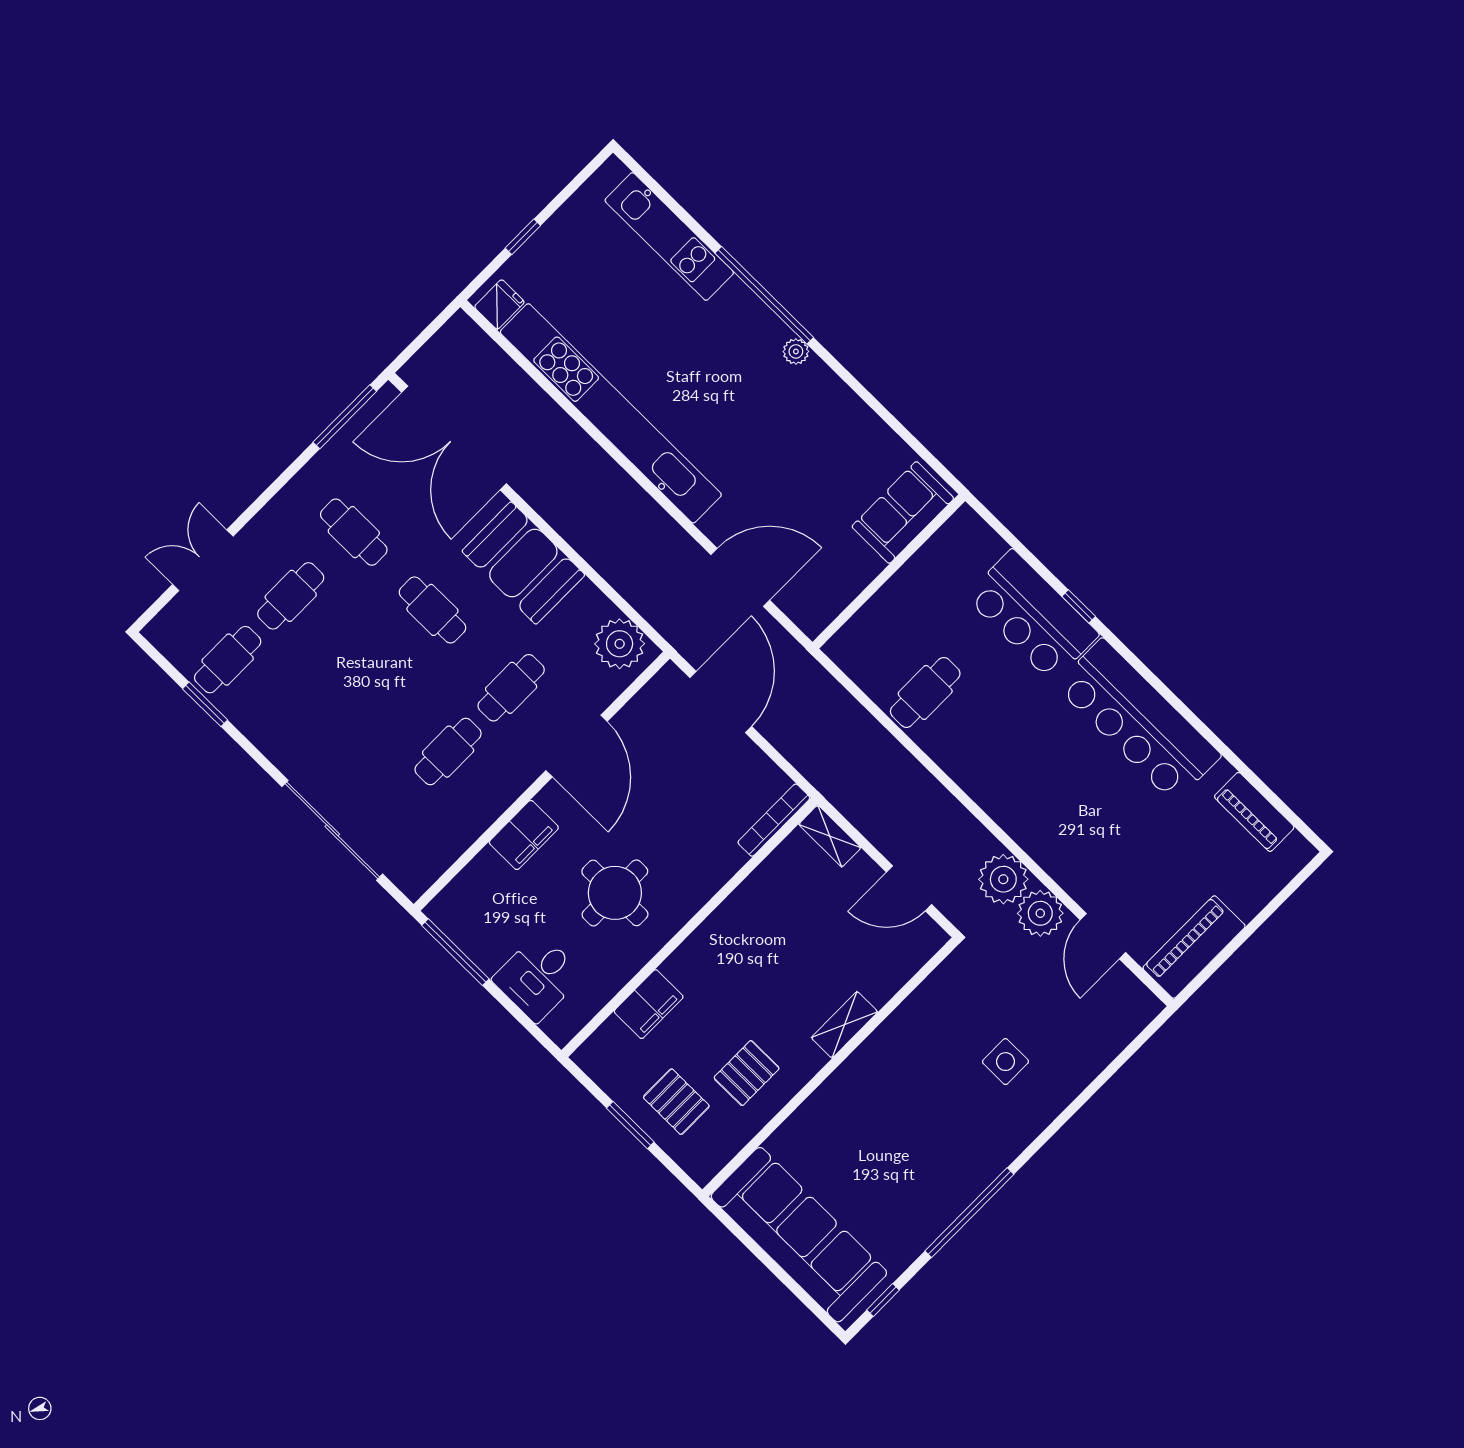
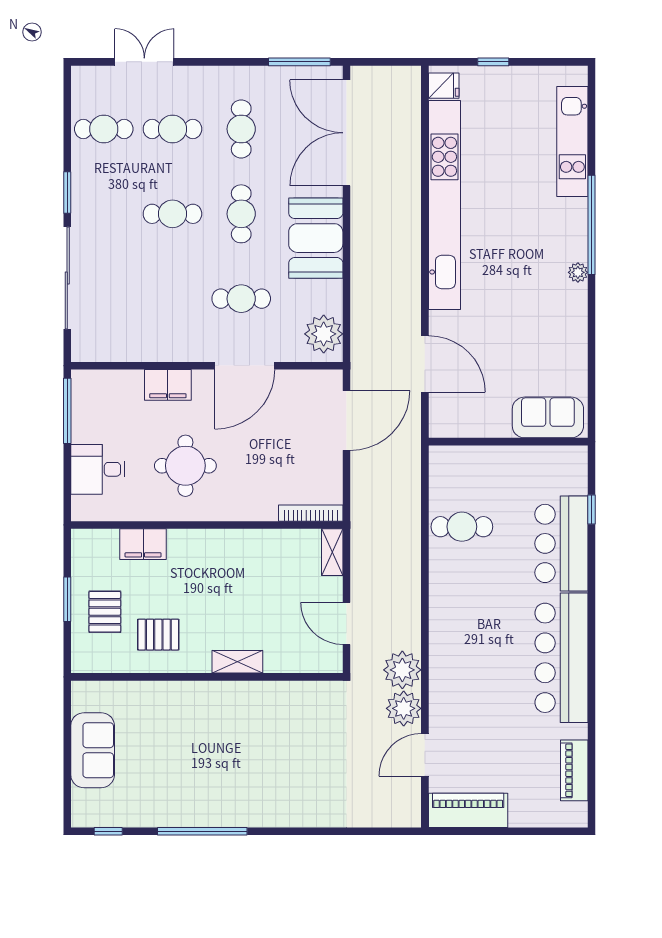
window: (1079, 606) -> (592, 510), moved
window: (205, 704) -> (67, 193), moved
cafe table: (448, 752) -> (172, 214), moved
side table: (1005, 1062) -> (304, 769), removed
sofa: (799, 1235) -> (93, 750), width x0.54, depth x0.79

